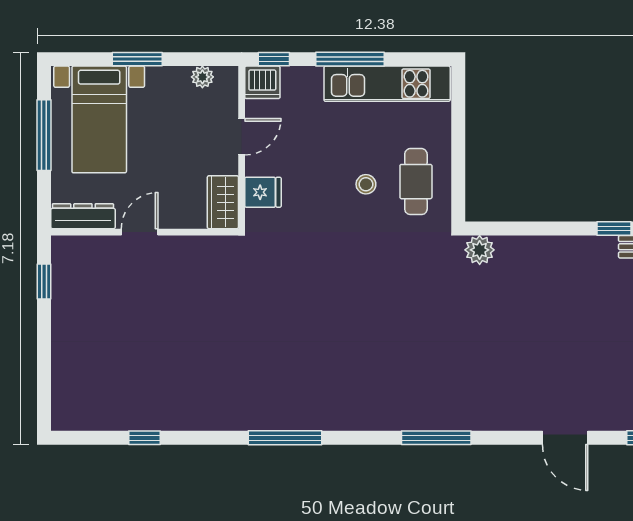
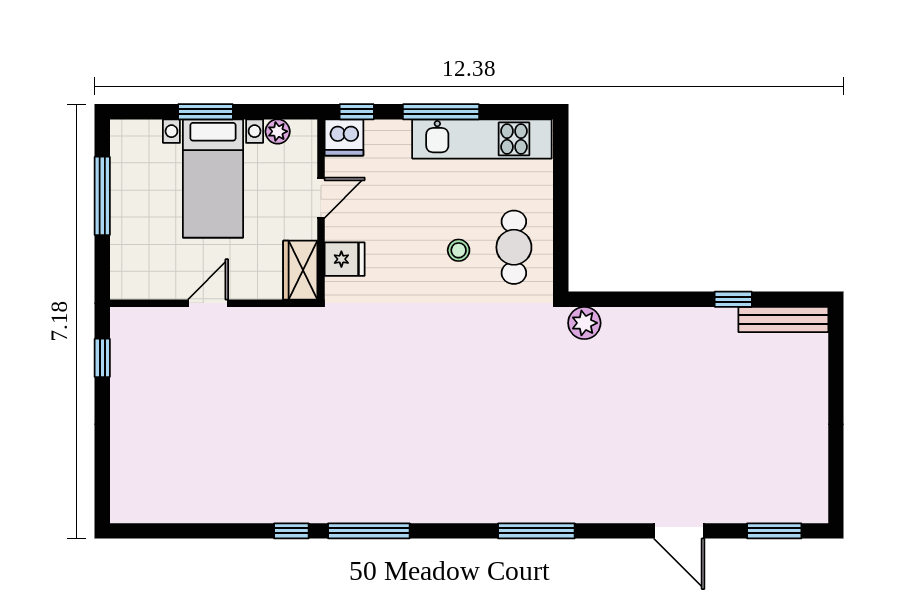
bed with nightstands: (99, 119) -> (213, 179), moved
dresser: (83, 216) -> (145, 286), removed
window: (144, 438) -> (291, 531), moved

